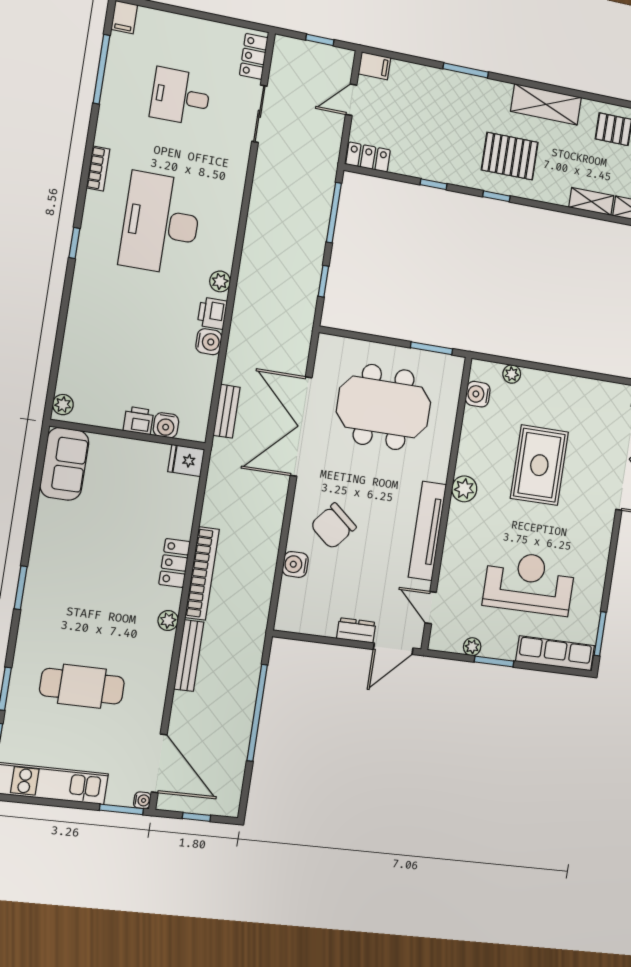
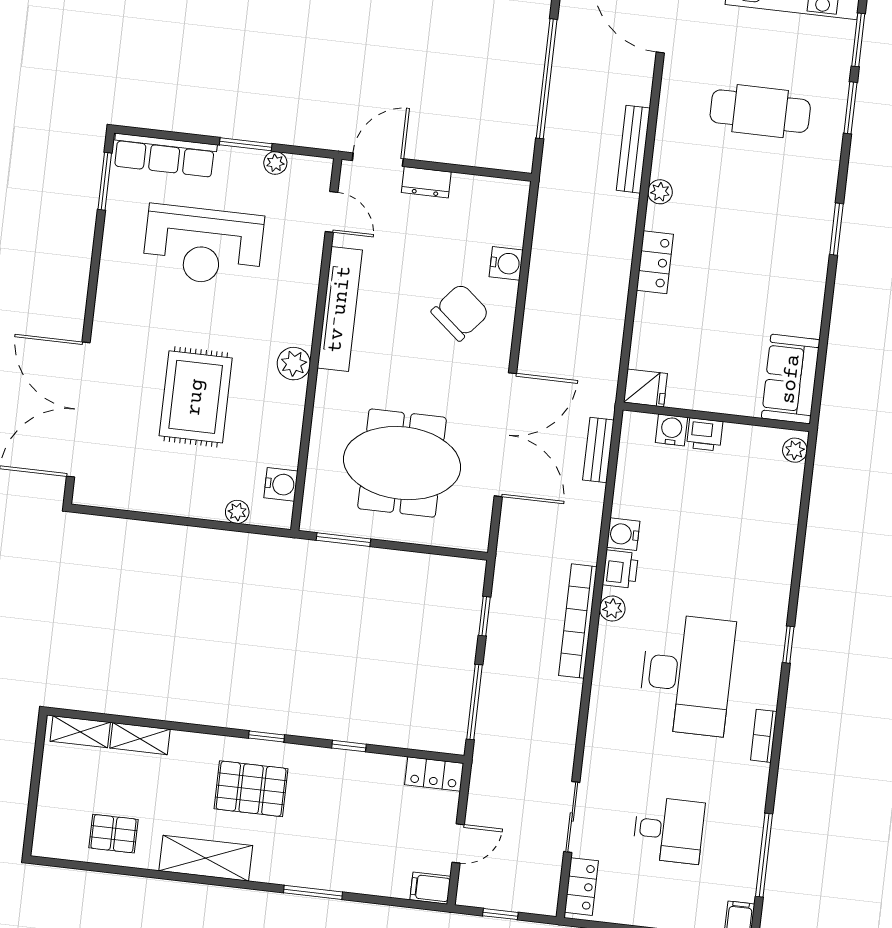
bookcase: (202, 573) -> (578, 621), moved

